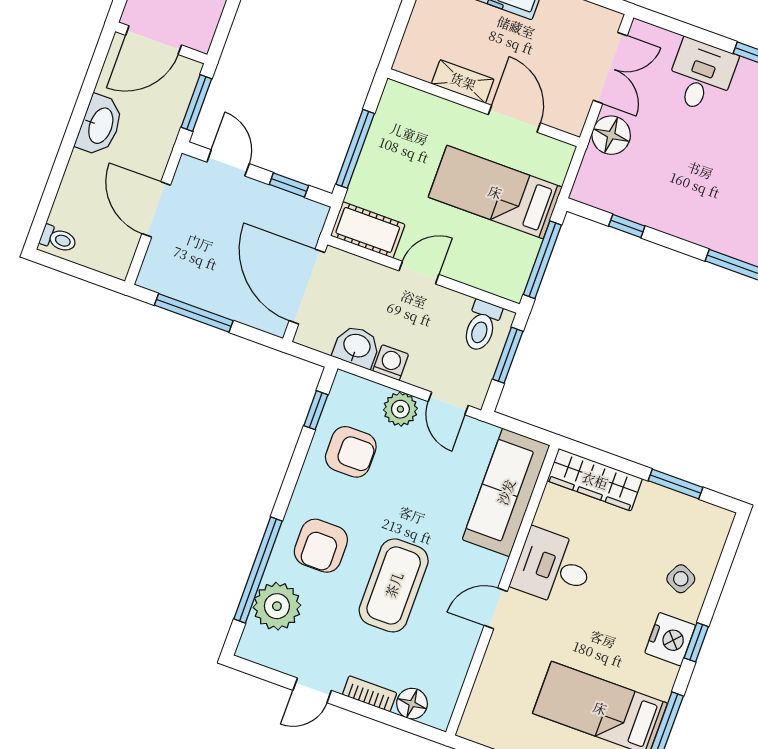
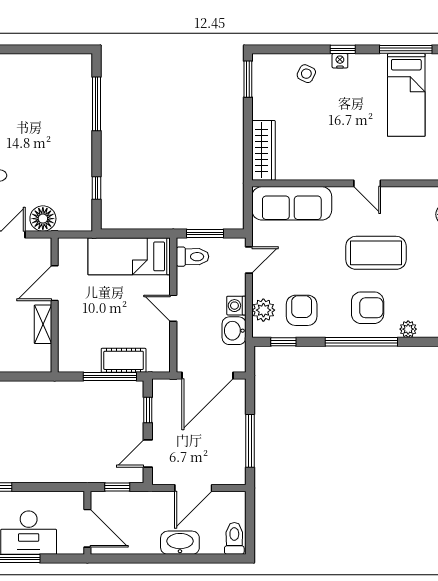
window: (196, 103) -> (117, 487), width x0.67
washbasin: (100, 125) -> (180, 543), moved
bed: (495, 192) -> (129, 256), moved, turned 90
cot: (368, 230) -> (124, 360), moved, turned 90
toilet: (58, 239) -> (234, 538), width x1.37, depth x1.39
window: (542, 260) -> (137, 233), removed
plant: (400, 409) -> (263, 310), moved
window: (675, 484) -> (248, 79), moved
desk: (553, 568) -> (328, 157), removed
window: (258, 570) -> (361, 342), moved
plant: (277, 606) -> (408, 329), width x0.53, depth x0.53
nightstand: (670, 639) -> (340, 61), width x0.53, depth x0.56

